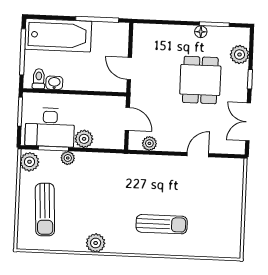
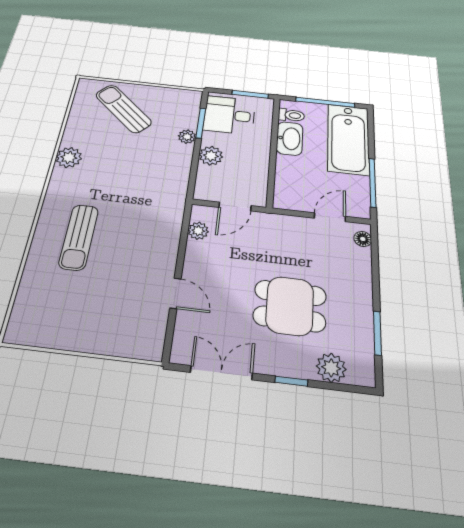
floor lamp: (201, 32) -> (363, 239), moved
door: (129, 68) -> (330, 217), moved
washbasin: (54, 83) -> (290, 138), width x1.91, depth x1.45
desk: (50, 127) -> (229, 115), width x0.73
plant: (29, 162) -> (186, 98), removed
sun lounger: (45, 210) -> (123, 109), turned 46

